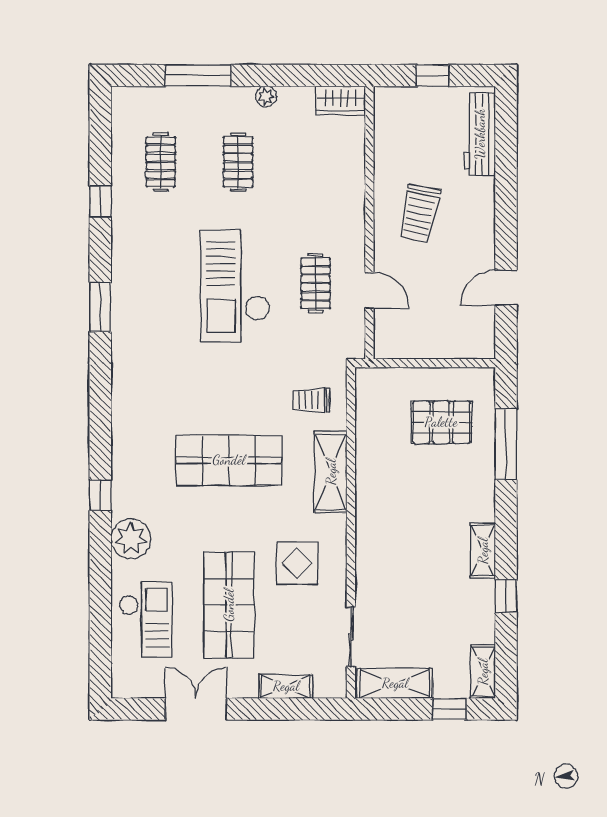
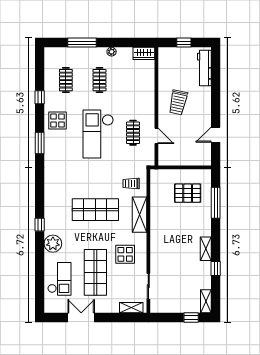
display table: (142, 255) -> (58, 121), added
shelving: (395, 683) -> (167, 306), removed
shelving: (286, 686) -> (131, 308), moved

